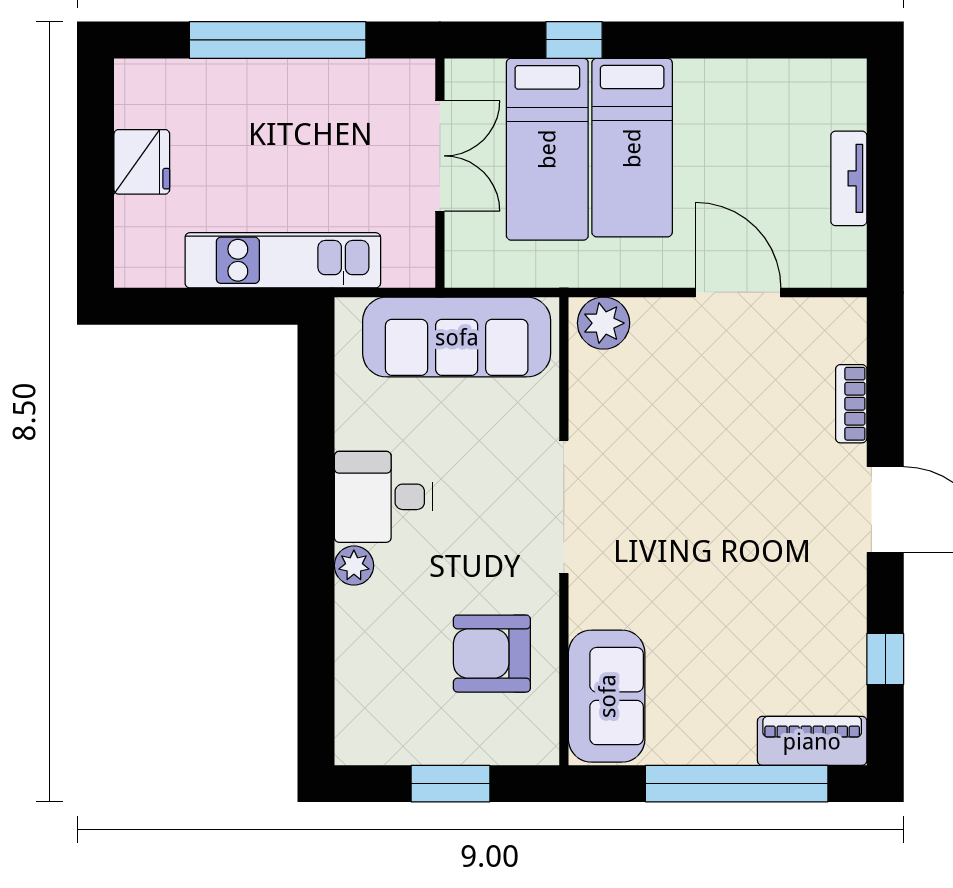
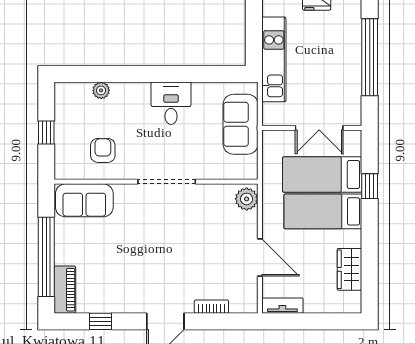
wardrobe: (765, 86) -> (349, 269), added
tv unit: (849, 178) -> (282, 306), moved
door: (738, 292) -> (260, 258), hinge flipped
sofa: (457, 337) -> (241, 124), width x0.73
plant: (354, 566) -> (101, 90), moved
armchair: (492, 654) -> (103, 150), width x0.72, depth x0.72
window: (451, 784) -> (46, 132), width x0.67

